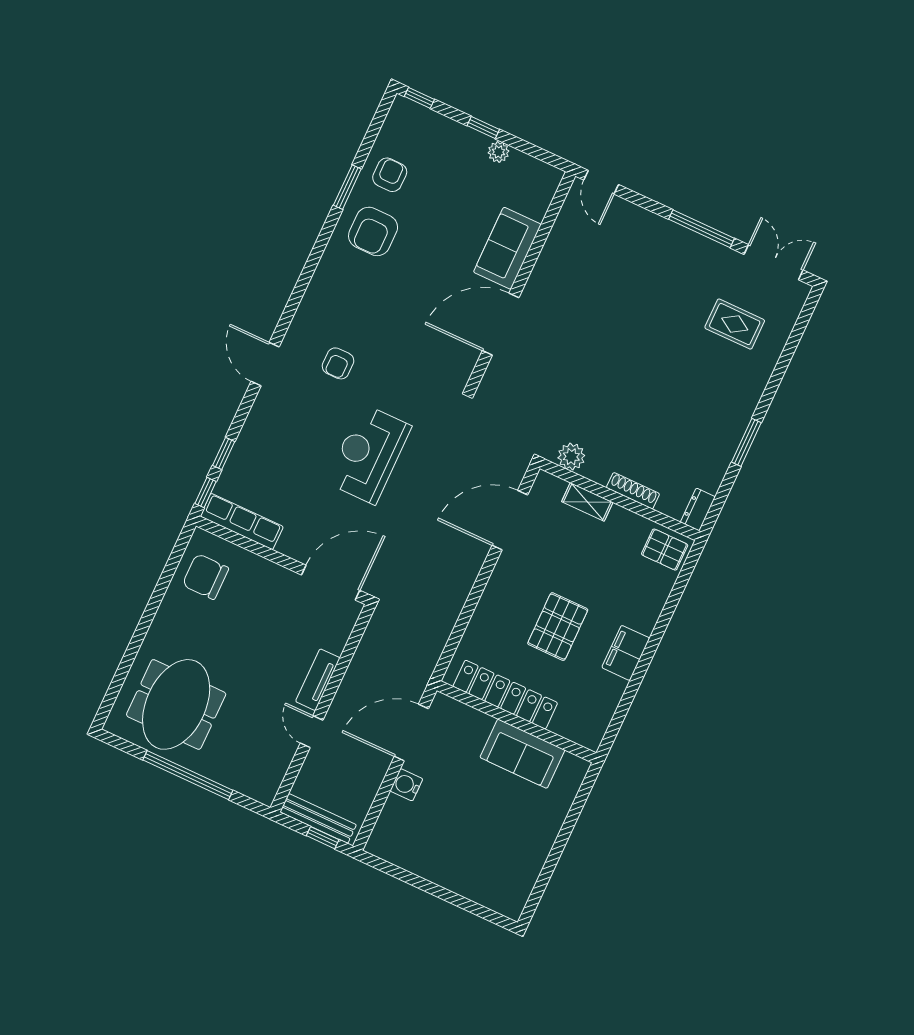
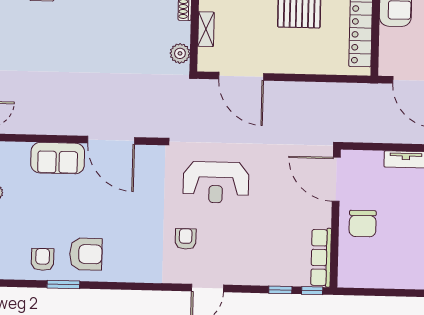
armchair: (390, 175) -> (43, 259), turned 90
armchair: (338, 363) -> (186, 239), turned -90
reception desk: (369, 454) -> (216, 182), moved
chair: (205, 577) -> (363, 224), moved

